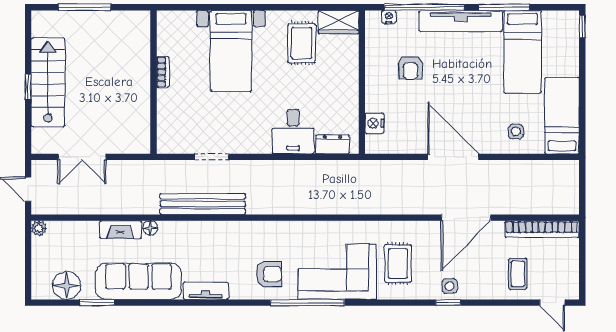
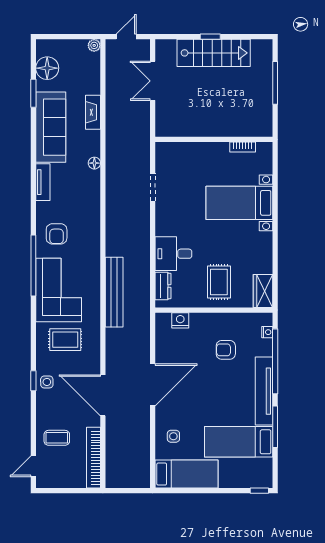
rug: (302, 43) -> (219, 282), moved, turned 90
bookcase: (163, 72) -> (243, 147), moved
bench: (203, 204) -> (114, 292), moved
floor lamp: (150, 228) -> (94, 163), moved

